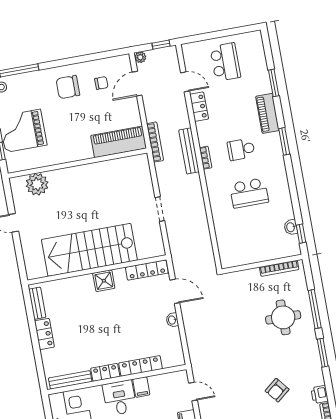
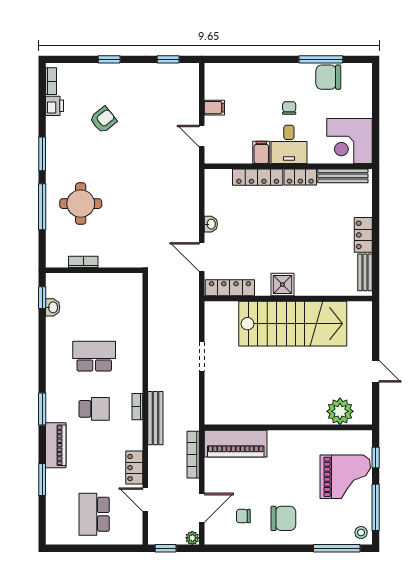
bookcase: (155, 142) -> (193, 455), moved
bookcase: (279, 268) -> (83, 262), width x0.64

